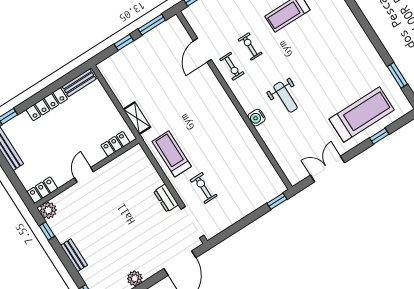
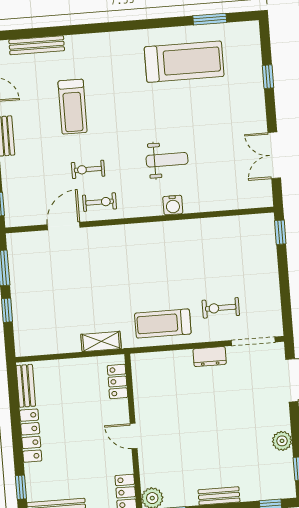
door: (202, 50) -> (64, 226), swing flipped
treadmill: (362, 114) -> (184, 62), moved, turned 90

